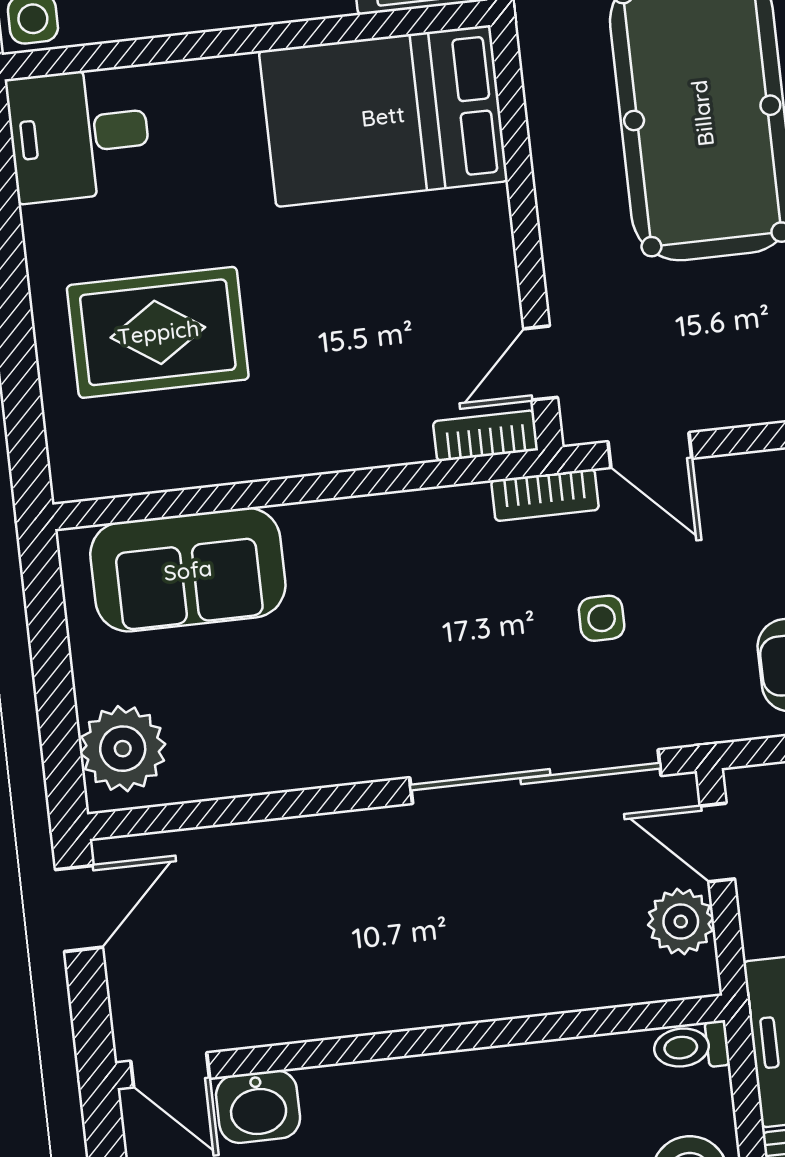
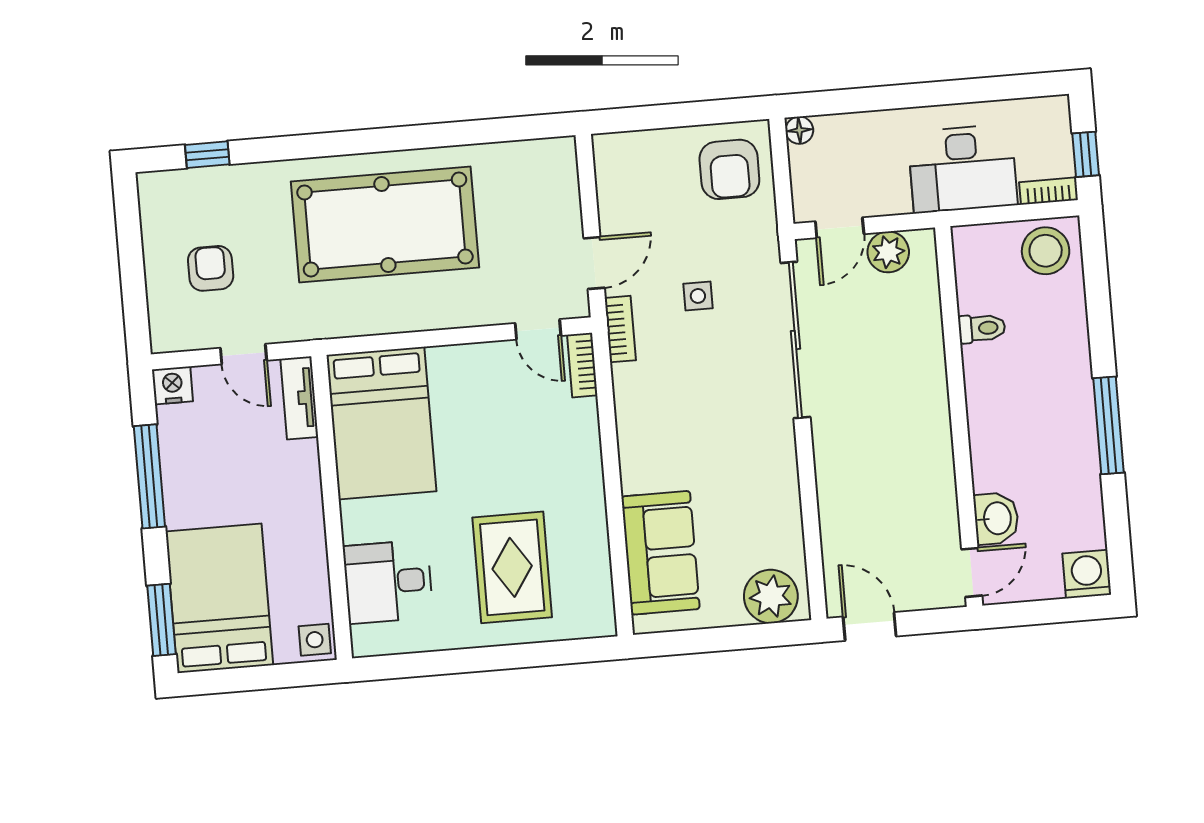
desk: (79, 135) -> (388, 582), moved, turned 90
toilet: (691, 1046) -> (982, 328), moved, turned -90

